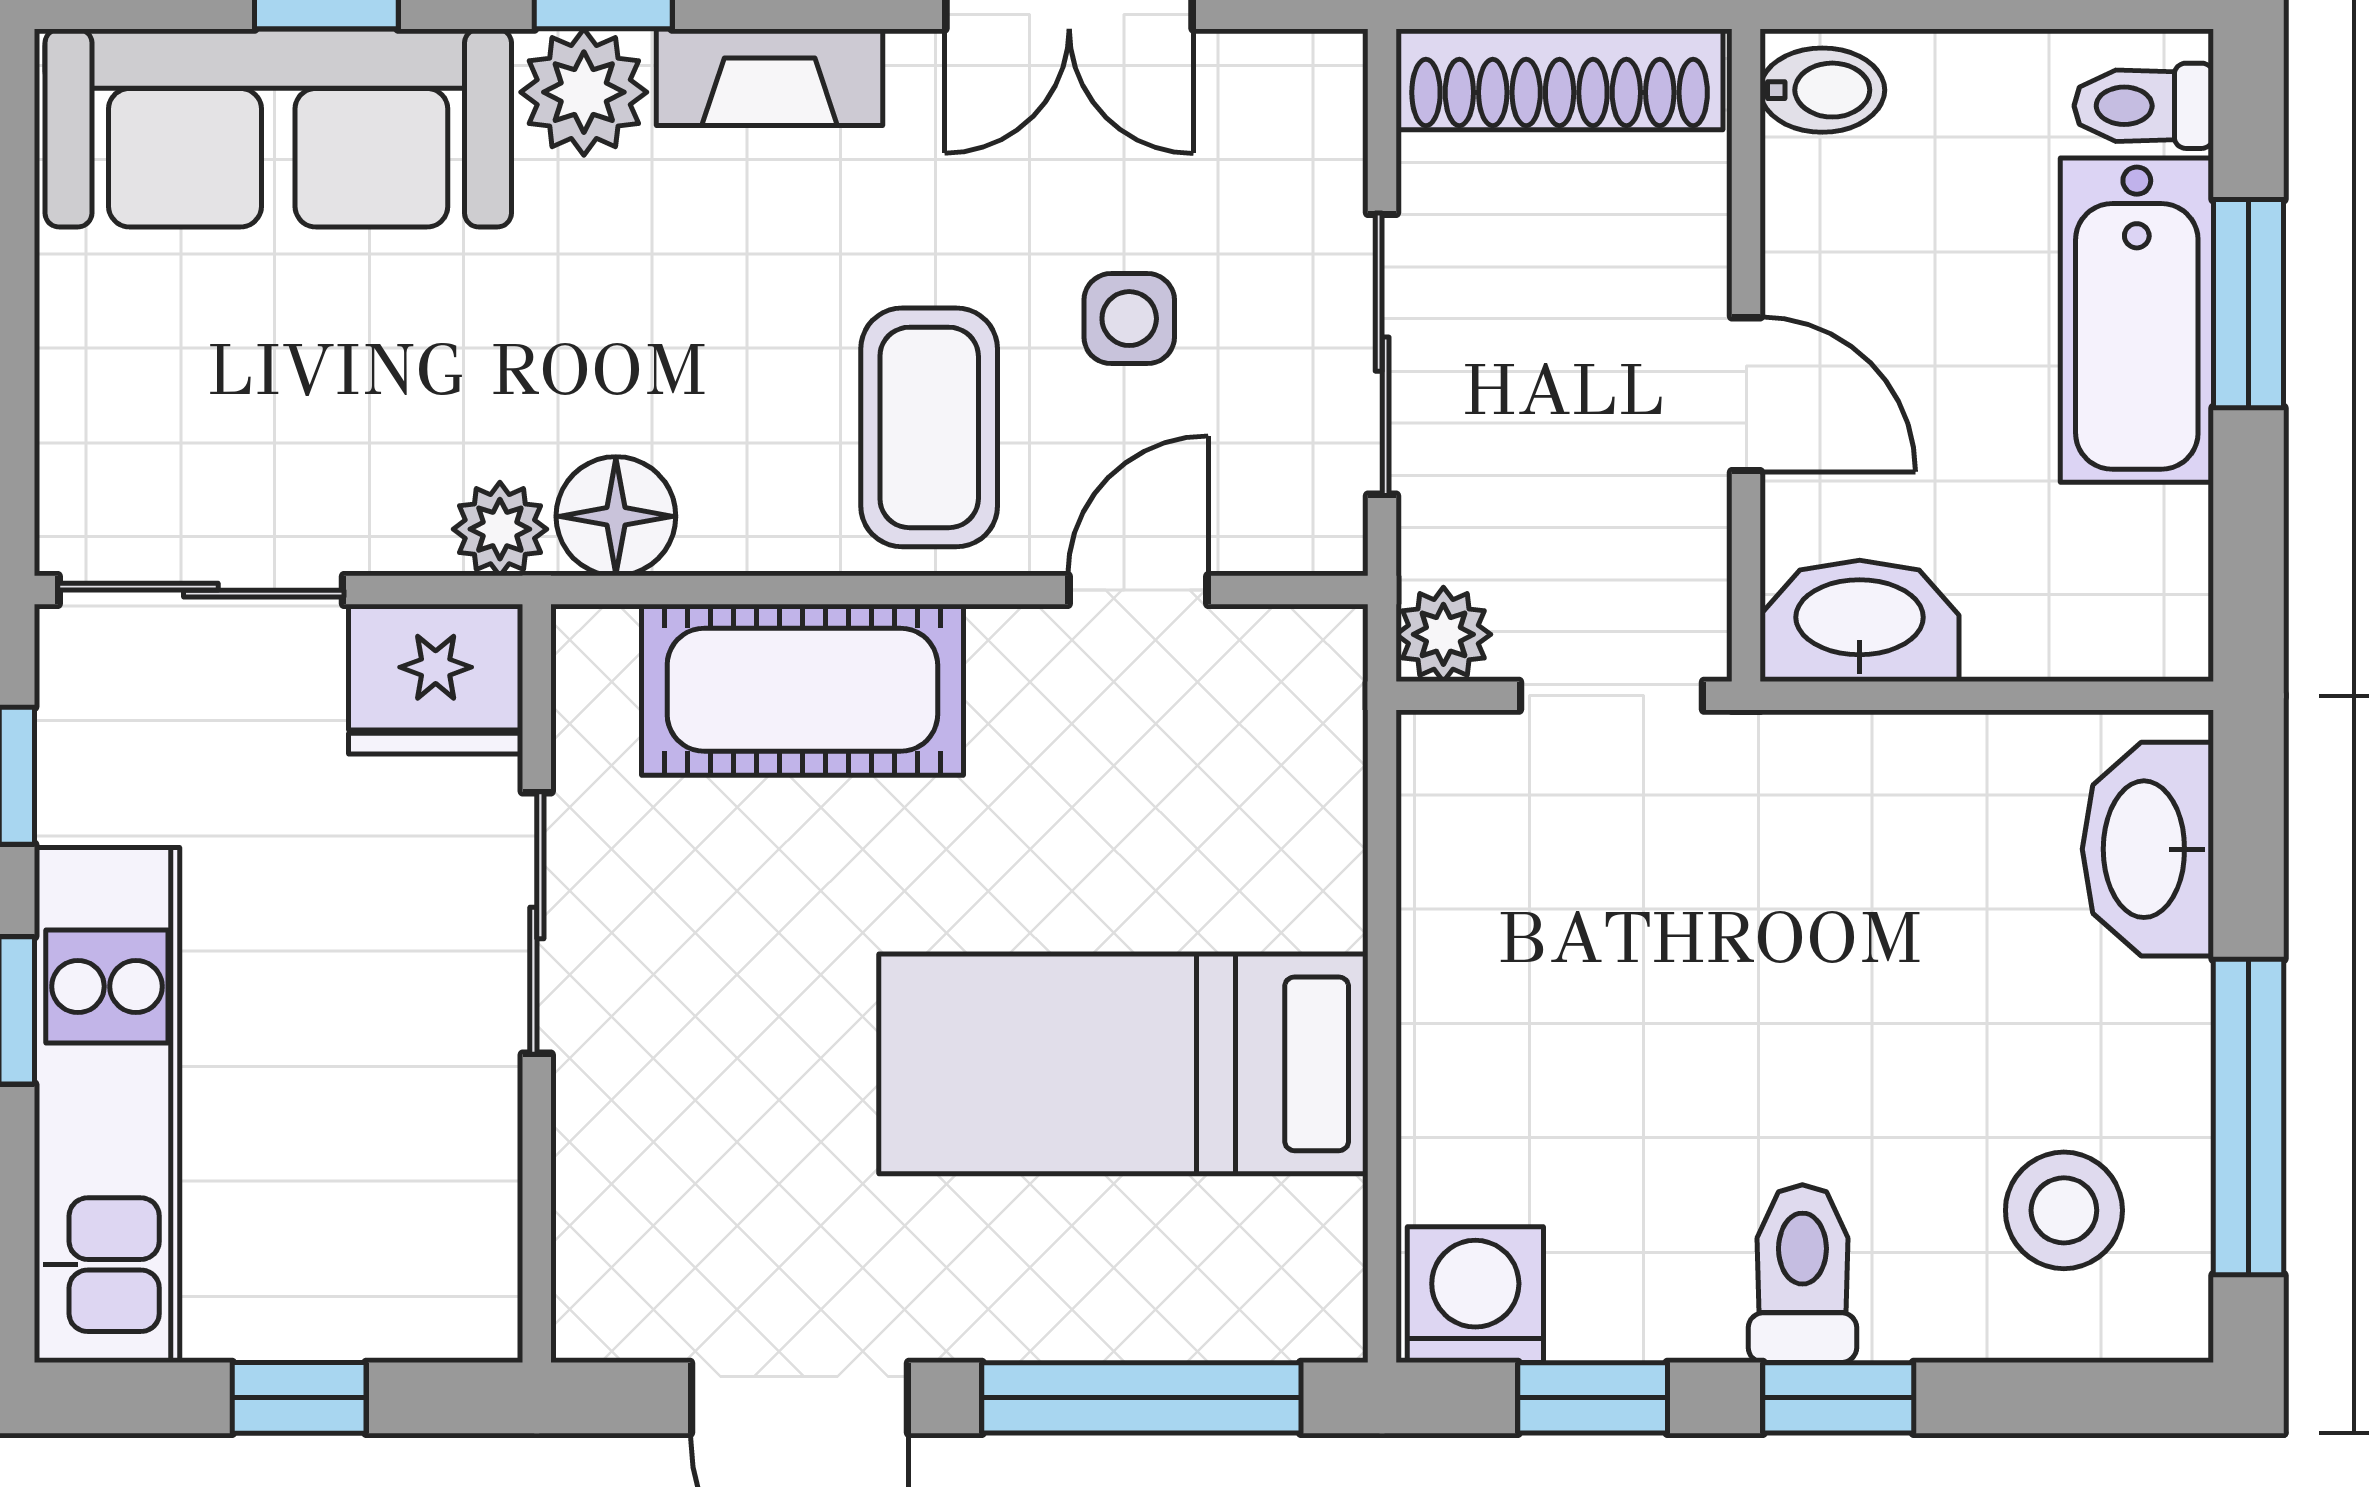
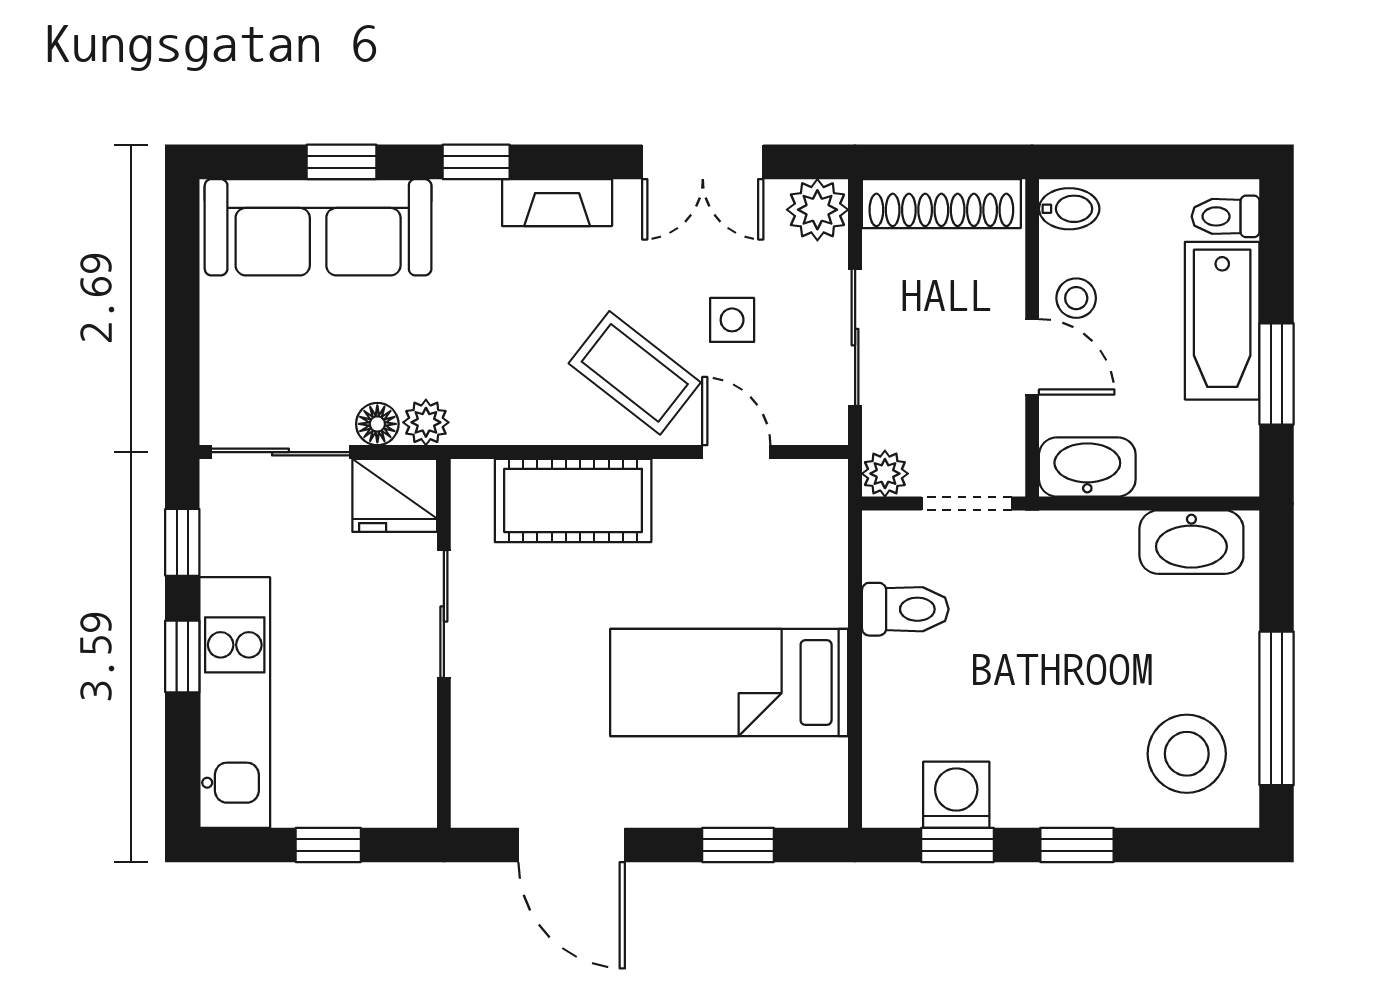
plant: (584, 92) -> (817, 210), moved
stool: (1837, 274) -> (1076, 298), added
window: (2248, 304) -> (1277, 374), moved
coffee table: (929, 427) -> (635, 373), turned -52
floor lamp: (616, 516) -> (377, 424), moved, width x0.73, depth x0.73
door: (1138, 590) -> (736, 452), hinge flipped
washbasin: (2148, 849) -> (1191, 542), moved, turned -90
stool: (2064, 1210) -> (1187, 754), width x1.38, depth x1.38
toilet: (1802, 1274) -> (905, 609), moved, turned 90
washing machine: (1475, 1295) -> (956, 795), moved
window: (1141, 1398) -> (738, 845), width x0.46

